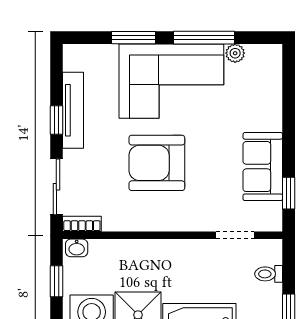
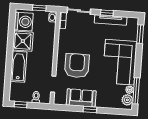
window: (133, 38) -> (140, 34), moved
window: (204, 38) -> (136, 91), moved
plant: (260, 57) -> (127, 100), added
armchair: (157, 163) -> (77, 66), moved
window: (289, 193) -> (90, 109), moved

